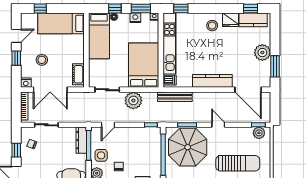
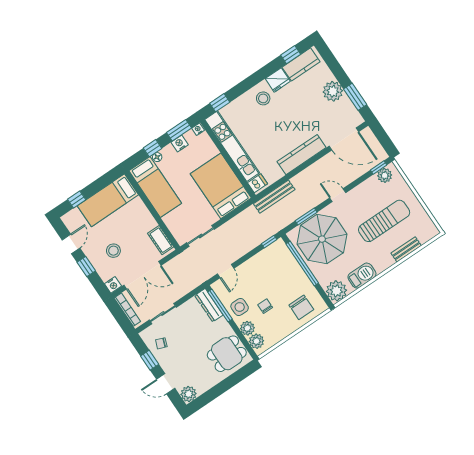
plant: (133, 100) -> (235, 229), removed

